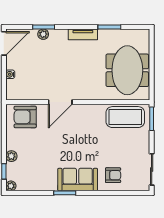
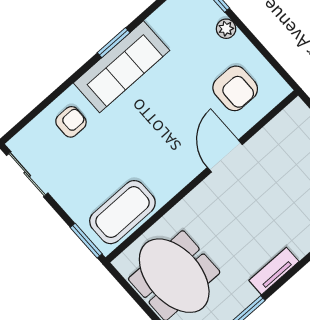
armchair: (25, 117) -> (235, 88), moved, turned 90
armchair: (113, 175) -> (71, 122), turned 180
sofa: (78, 180) -> (122, 67), width x1.36

